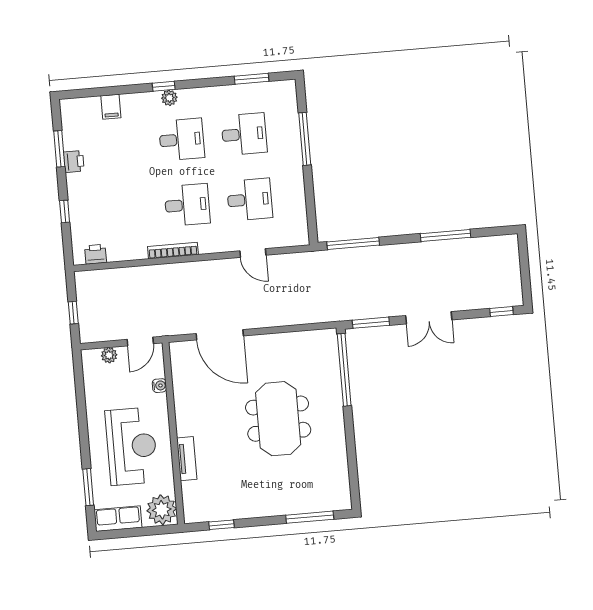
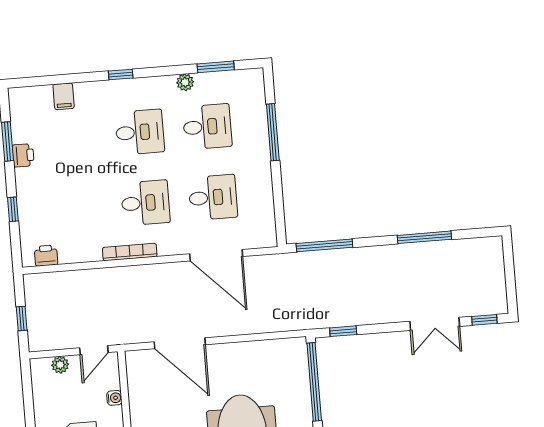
plant: (169, 98) -> (185, 82), moved
door: (253, 253) -> (216, 255), width x1.88
double door: (429, 318) -> (435, 324), moved
window: (371, 323) -> (343, 331), width x0.67

